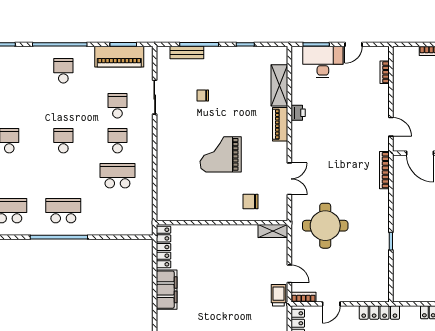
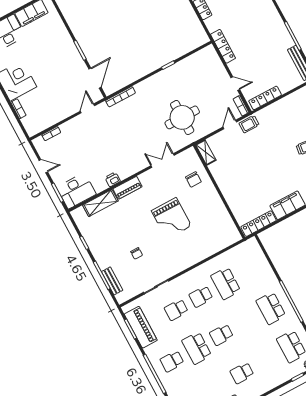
desk: (323, 62) -> (76, 191), moved, turned -90
school desk: (63, 106) -> (197, 348), added

